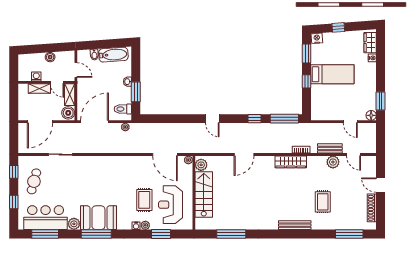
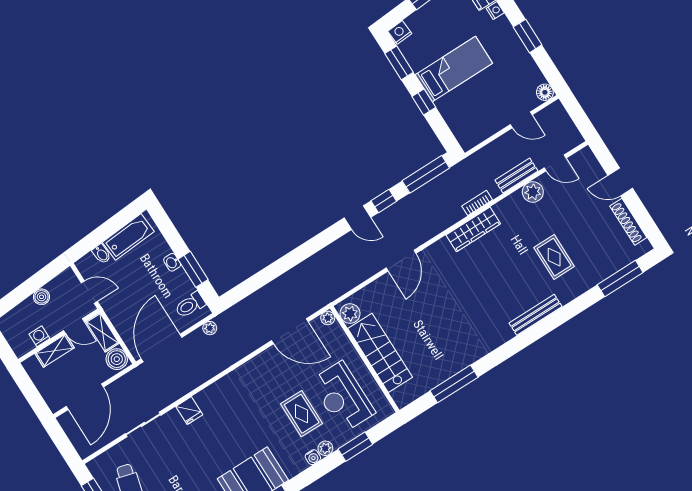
window: (380, 101) -> (528, 36), moved
door: (212, 119) -> (357, 218), moved
fridge: (88, 162) -> (189, 411), added

